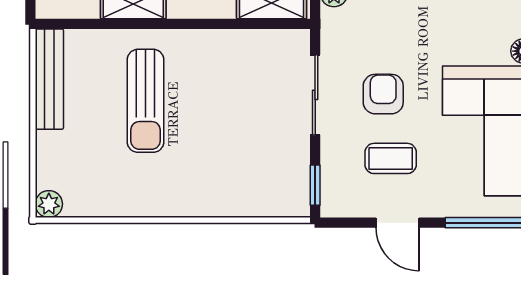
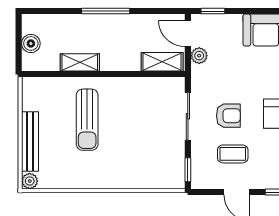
bench: (49, 79) -> (30, 142), moved
armchair: (383, 94) -> (228, 116), turned 90

